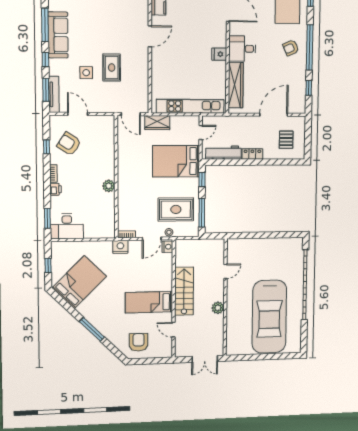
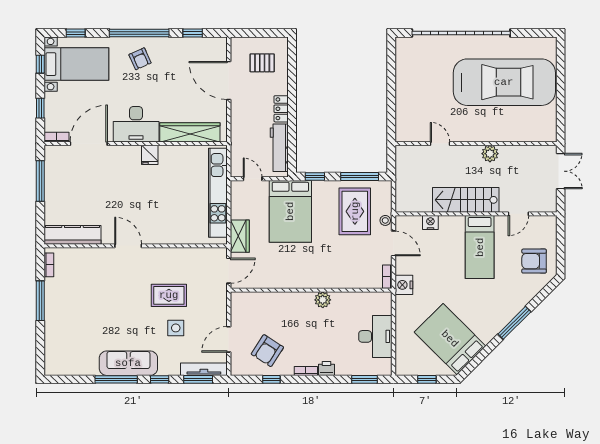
desk: (242, 49) -> (136, 124), width x1.37
desk: (67, 226) -> (375, 336), moved
nightstand: (167, 247) -> (430, 222), moved

